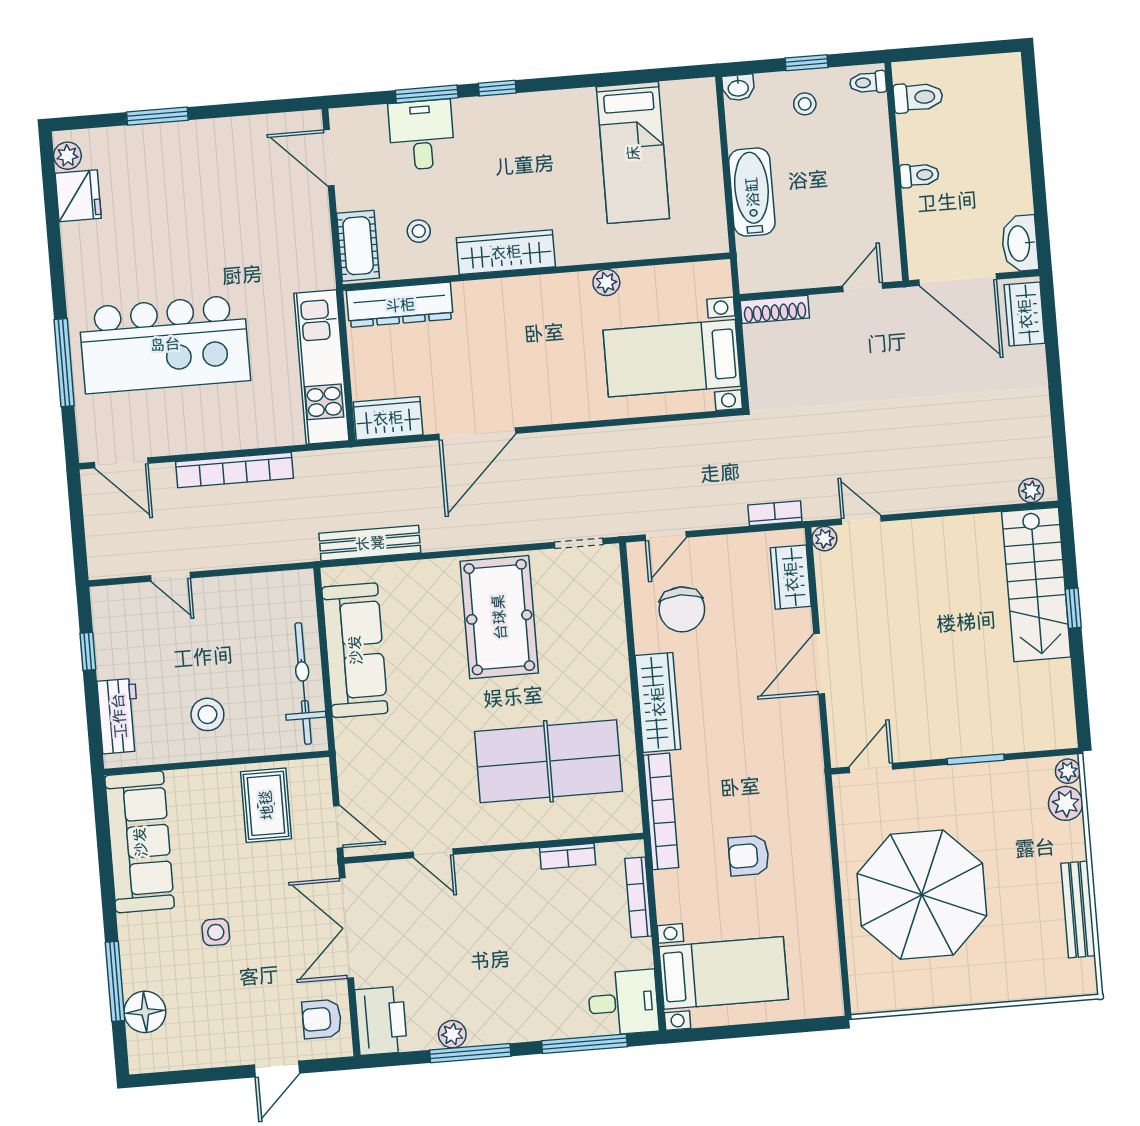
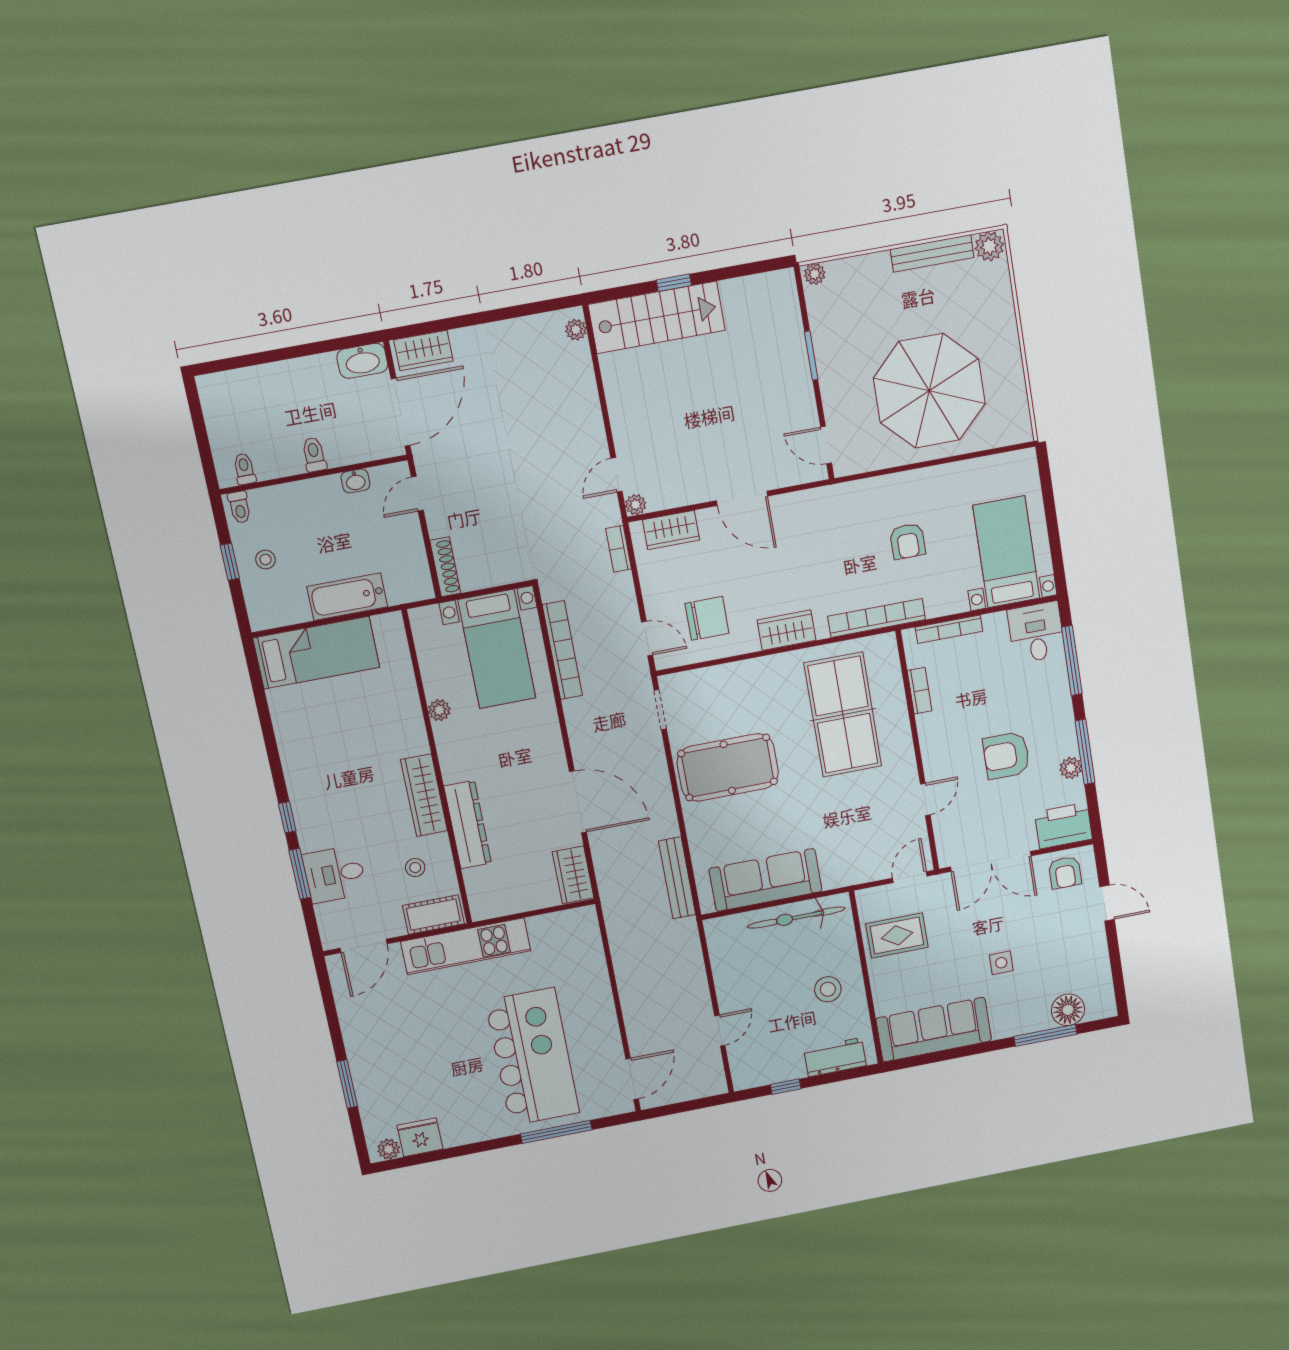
washbasin: (738, 88) -> (355, 481), moved, turned 90
toilet: (918, 97) -> (244, 469), width x0.73, depth x0.72
bed: (633, 153) -> (316, 653), moved
door: (863, 287) -> (417, 494), hinge flipped
dresser: (400, 305) -> (468, 825), moved
kitchen unit: (321, 367) -> (466, 946), moved
bookcase: (234, 470) -> (562, 650), moved
wardrobe: (658, 702) -> (786, 630), width x0.67
plant: (1066, 803) -> (989, 246), moved
armchair: (477, 956) -> (1006, 755), added

